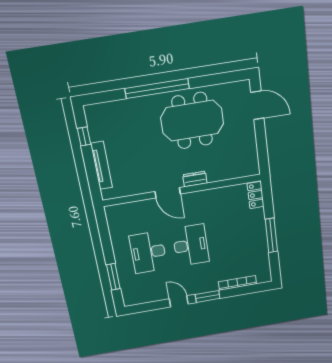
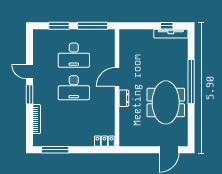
tv unit: (101, 166) -> (171, 34), moved
window: (271, 235) -> (55, 150), moved
window: (105, 236) -> (93, 26), added
desk: (148, 252) -> (74, 55), turned 180
door: (179, 301) -> (30, 72), swing flipped

